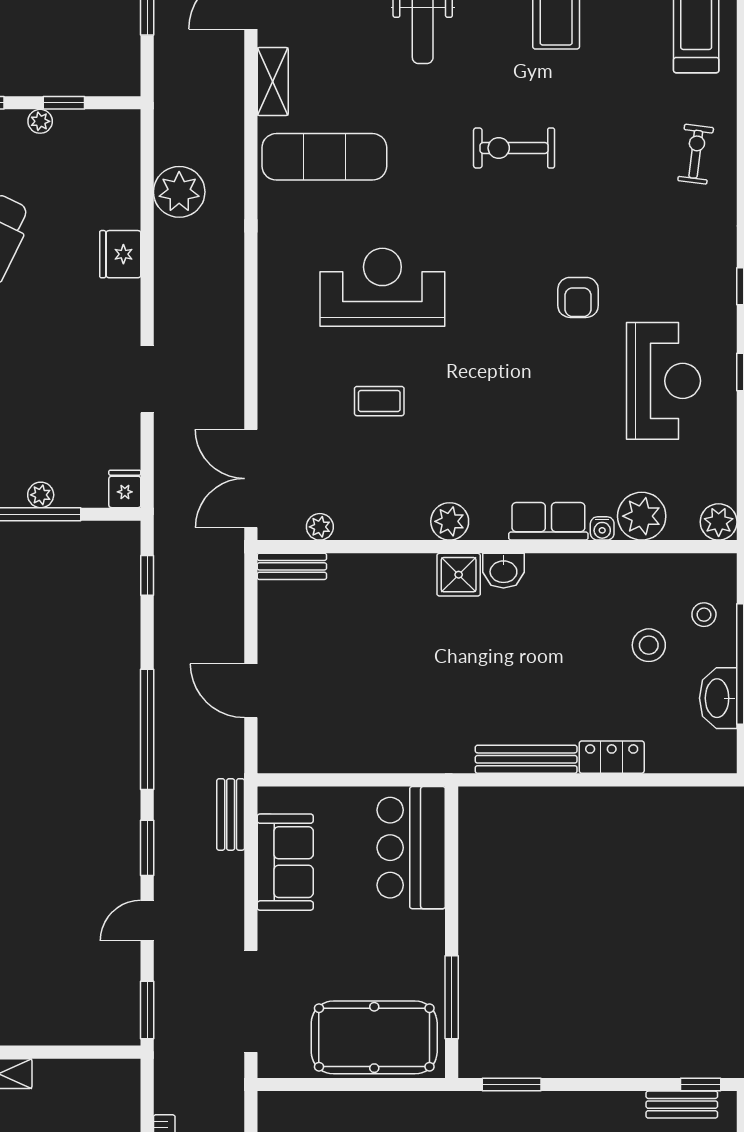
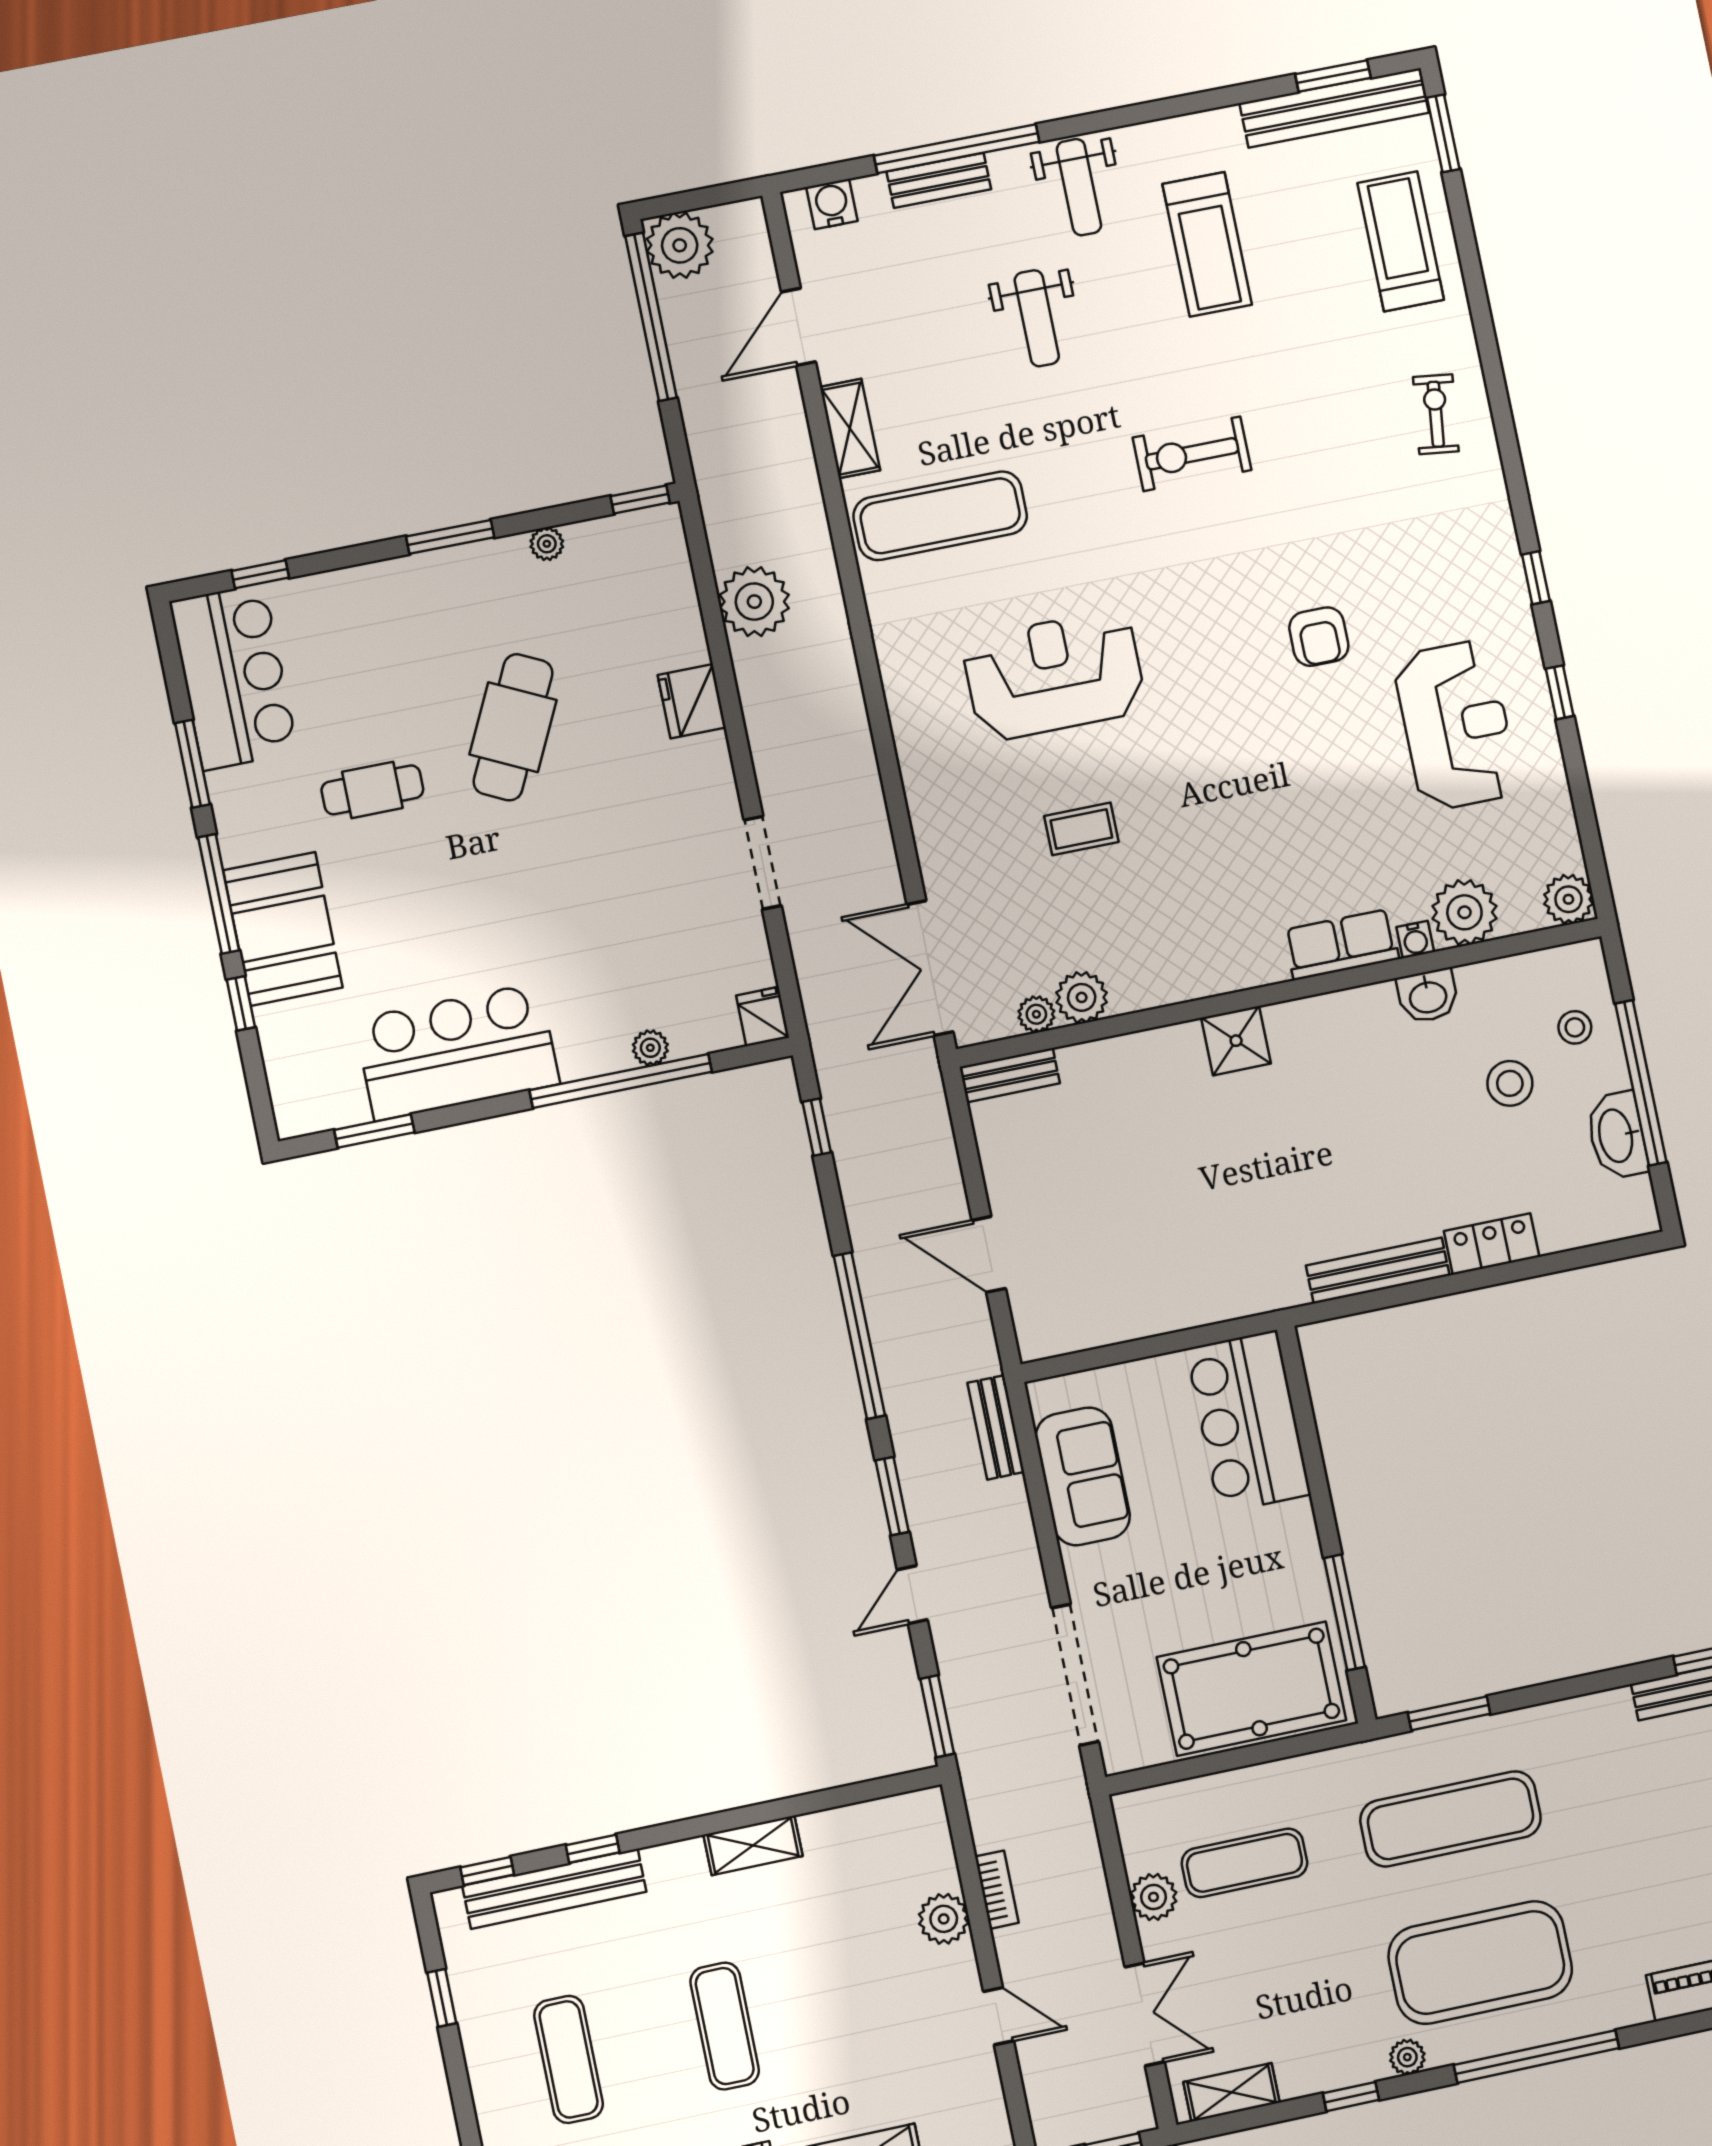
window: (64, 103) -> (640, 499), moved
plant: (450, 521) -> (1082, 997), moved
washbasin: (503, 571) -> (1428, 996), moved

